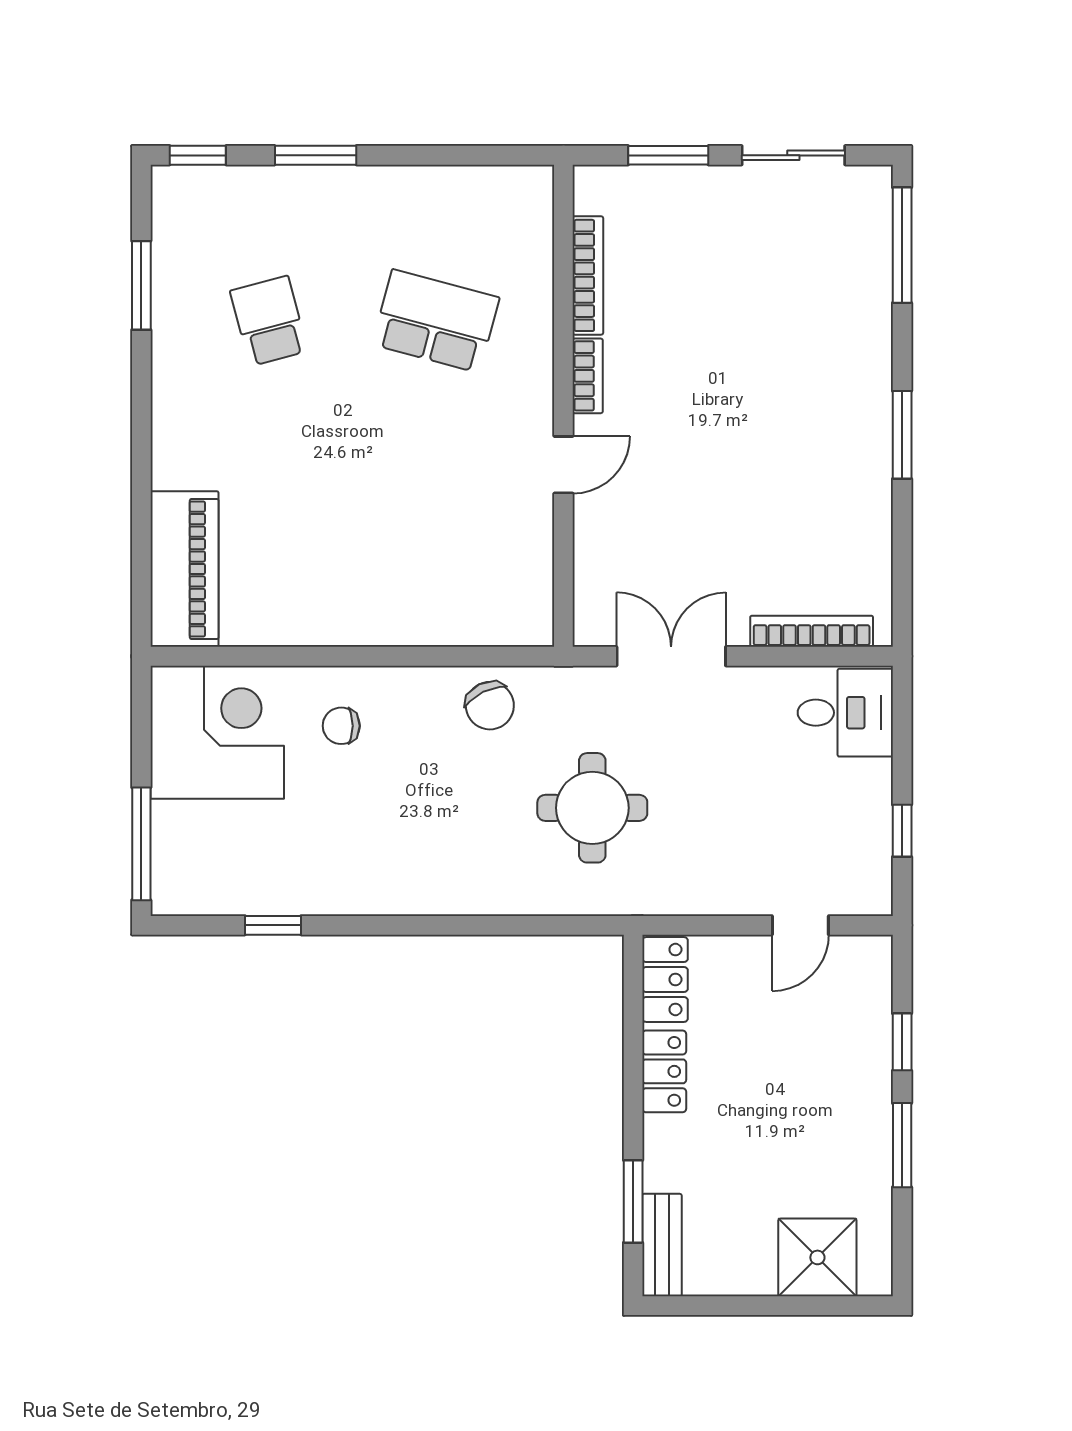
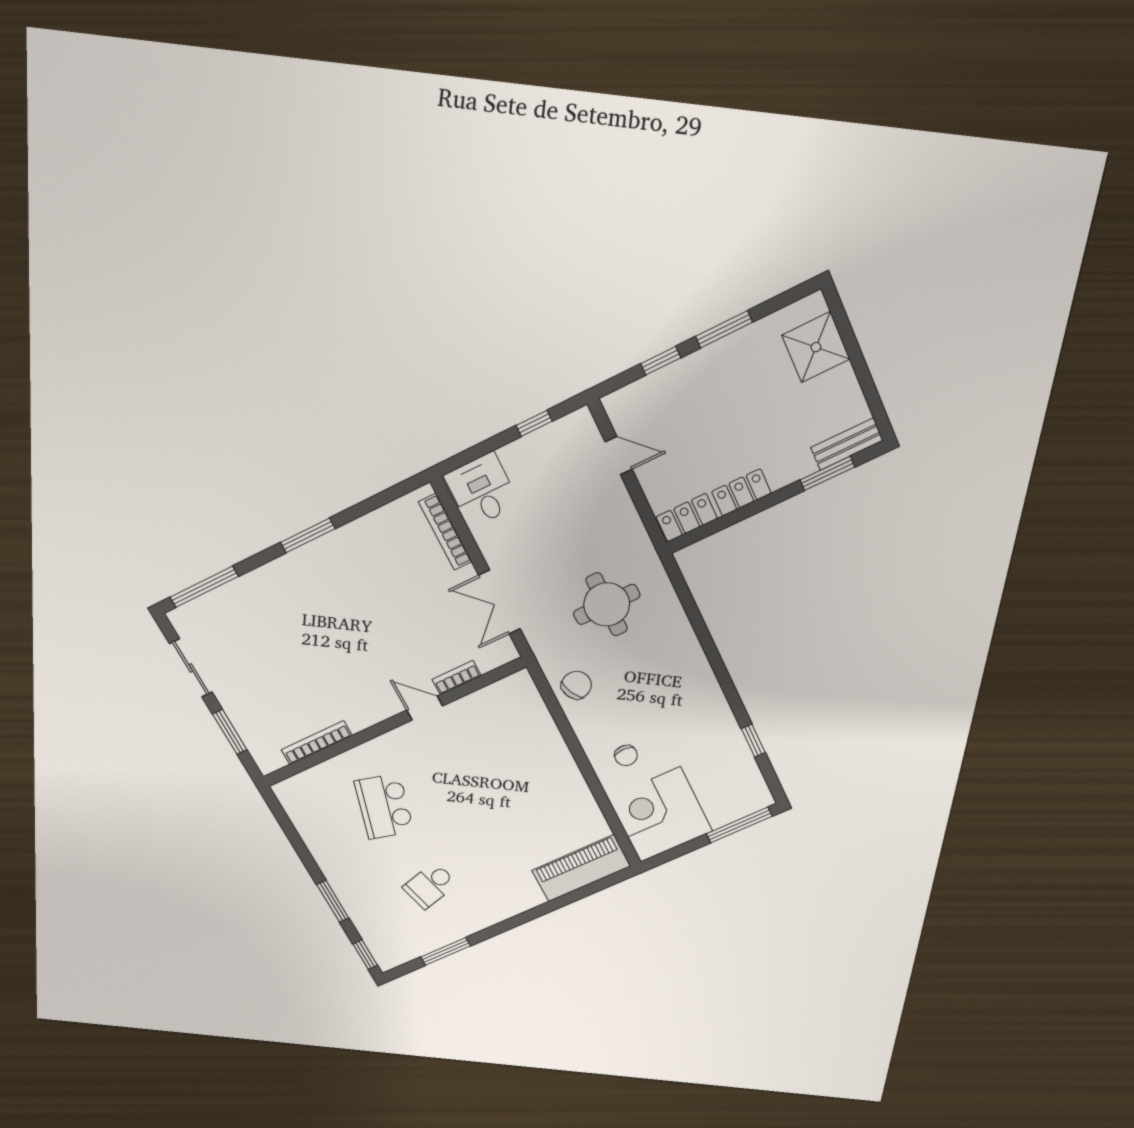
bookcase: (588, 376) -> (457, 678), moved

